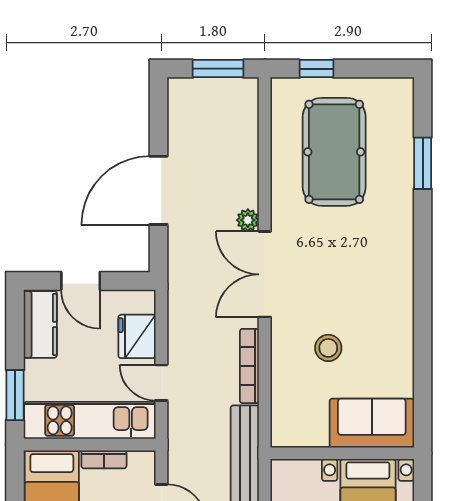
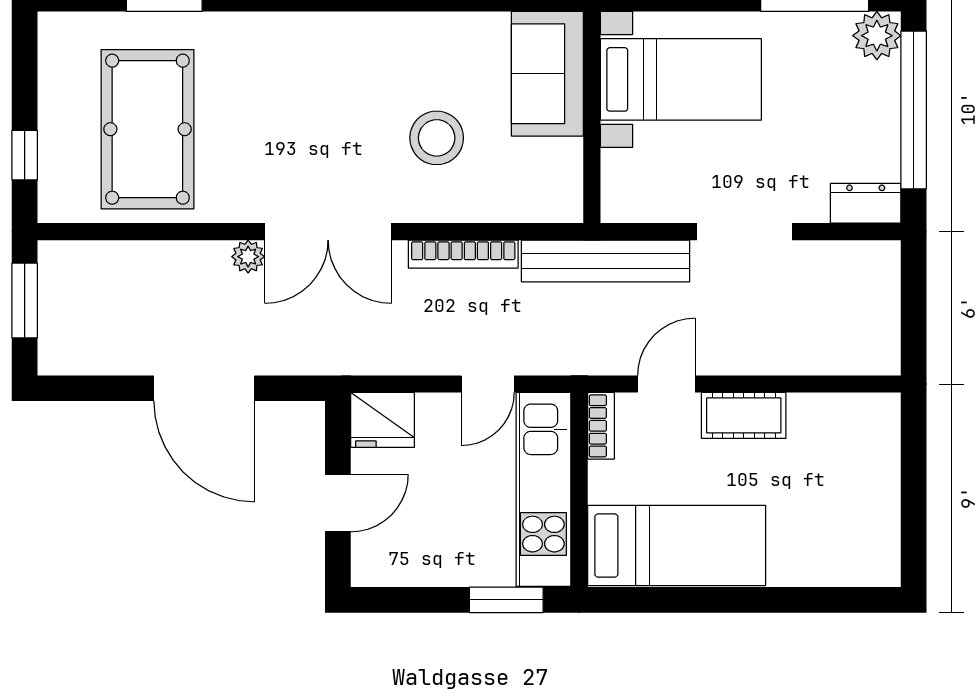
pool table: (334, 152) -> (147, 129), turned 90
kitchen counter: (40, 324) -> (402, 563), removed
fridge: (137, 336) -> (383, 420), moved
stool: (328, 348) -> (437, 138), width x1.38, depth x1.38
bookcase: (104, 459) -> (601, 426), moved

